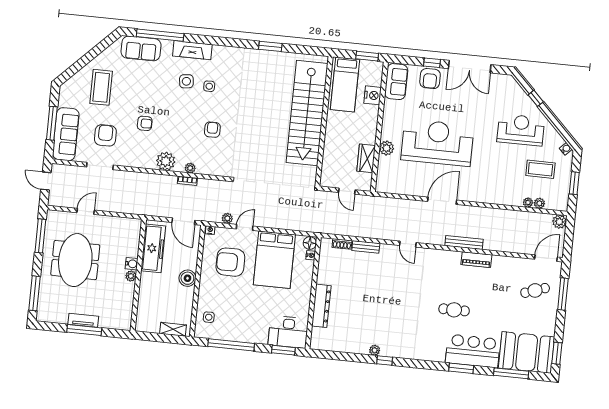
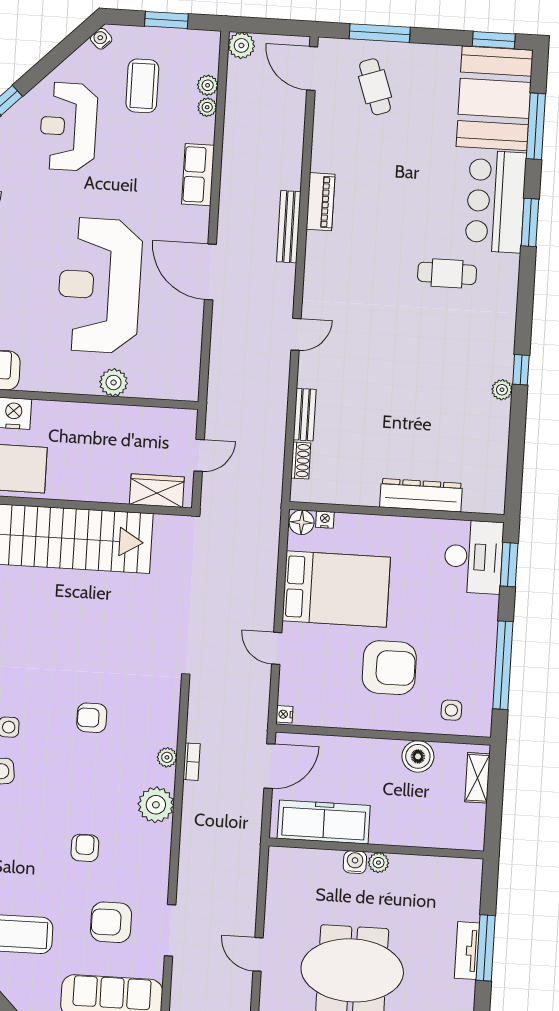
wardrobe: (366, 158) -> (157, 491), moved, turned 180
row of seats: (493, 196) -> (198, 175), added
plant: (227, 218) -> (261, 682), removed
armchair: (230, 262) -> (389, 668), moved, turned -90
boiler: (187, 278) -> (418, 756), moved
cafe table: (454, 310) -> (447, 273), moved, turned 90

